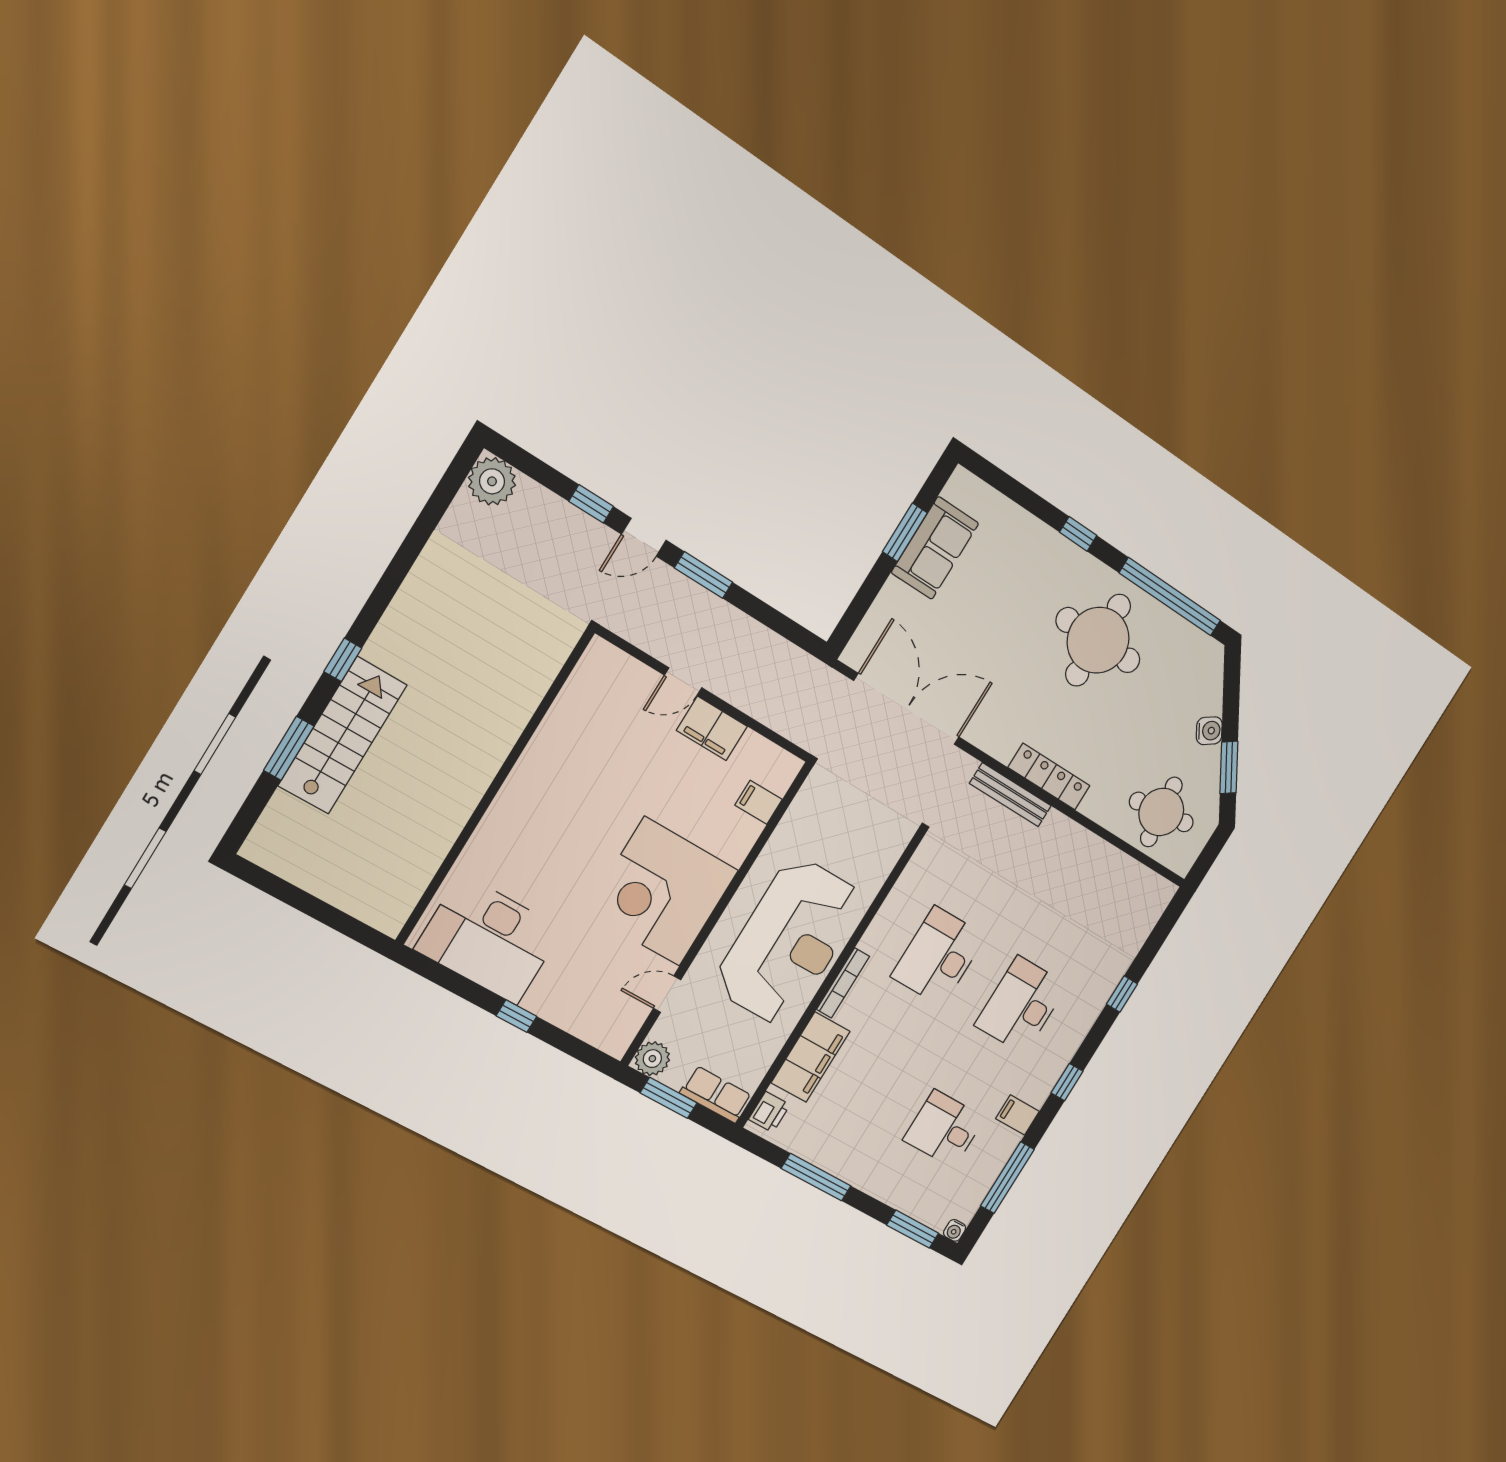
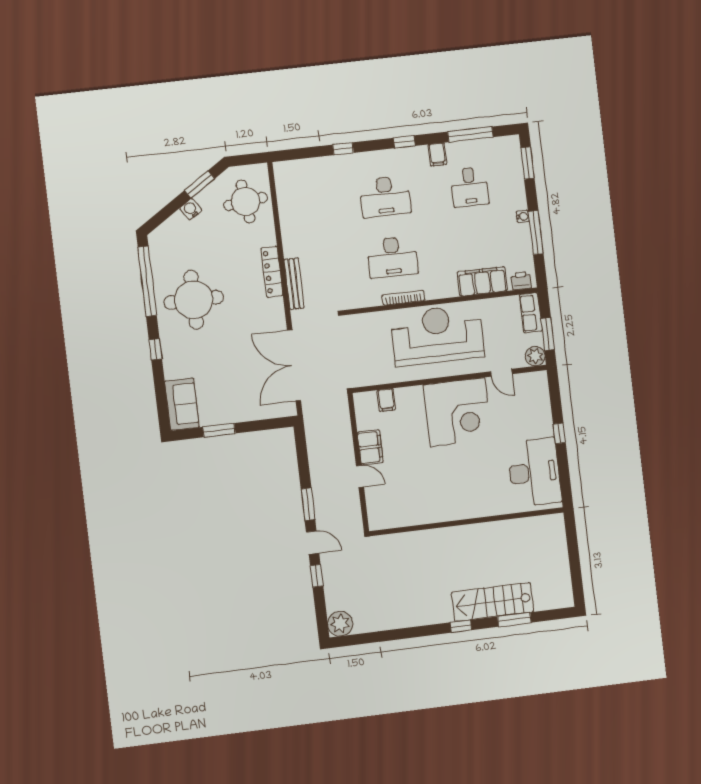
sofa: (935, 548) -> (182, 404), moved, turned 90
bookcase: (843, 983) -> (403, 298), moved
water cooler: (955, 1230) -> (523, 216), moved

